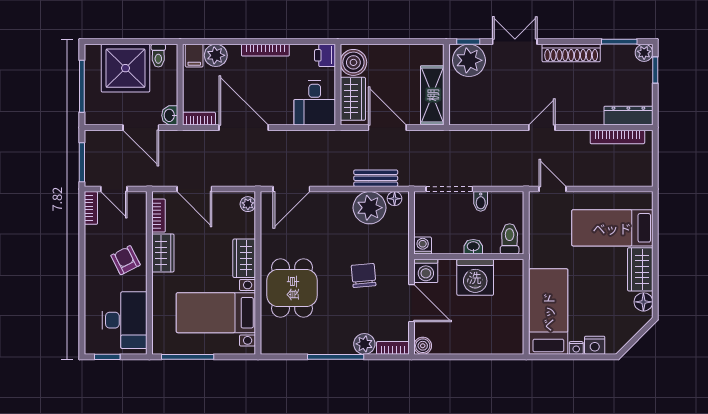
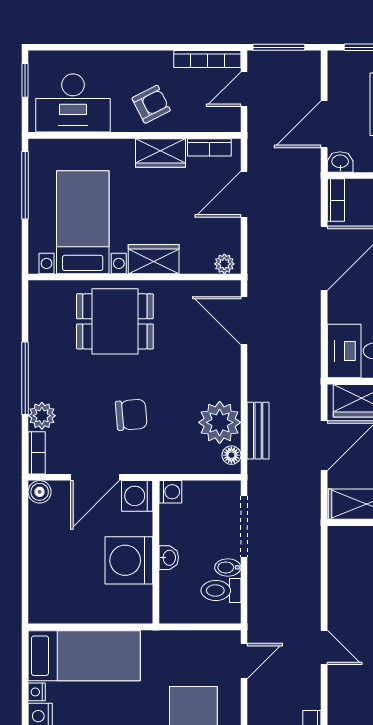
bookcase: (91, 208) -> (207, 59), width x1.56
toilet: (510, 239) -> (221, 591), moved, turned 180

